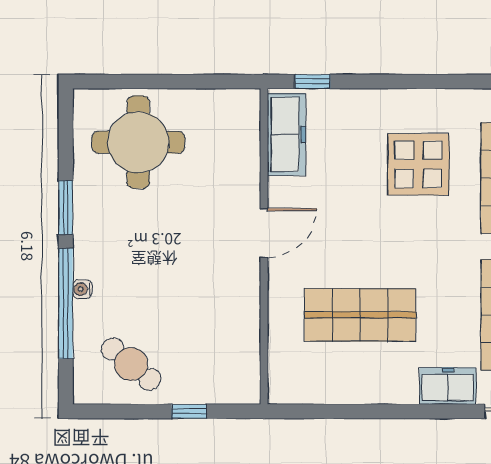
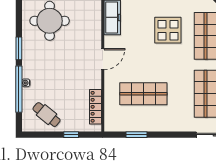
locker: (247, 346) -> (96, 107), added
freezer: (448, 386) -> (180, 124), removed
window: (344, 411) -> (136, 135), added

